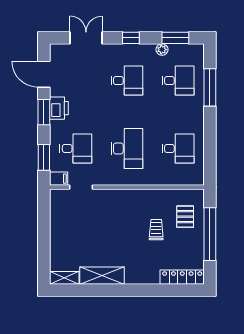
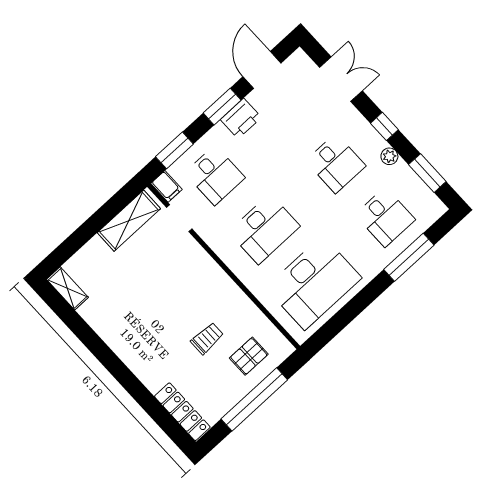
plant: (162, 50) -> (389, 156), moved
desk: (178, 148) -> (314, 283), width x1.87, depth x1.30
shelving: (102, 276) -> (129, 221), moved, turned 90

